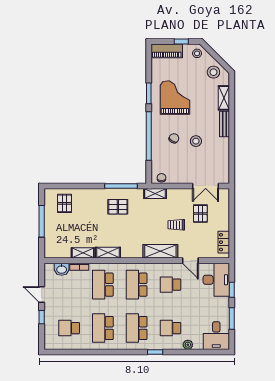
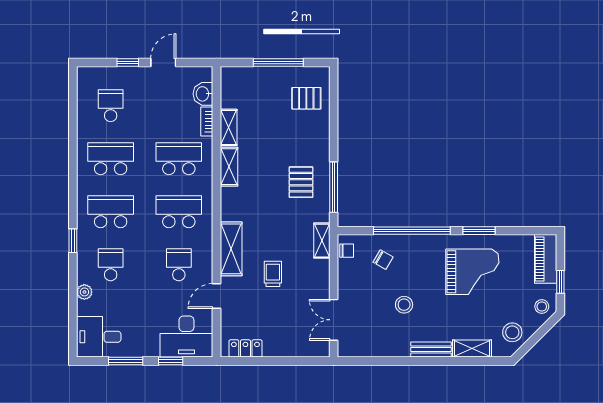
chair: (174, 138) -> (383, 260), moved
pallet: (200, 214) -> (290, 312), removed

